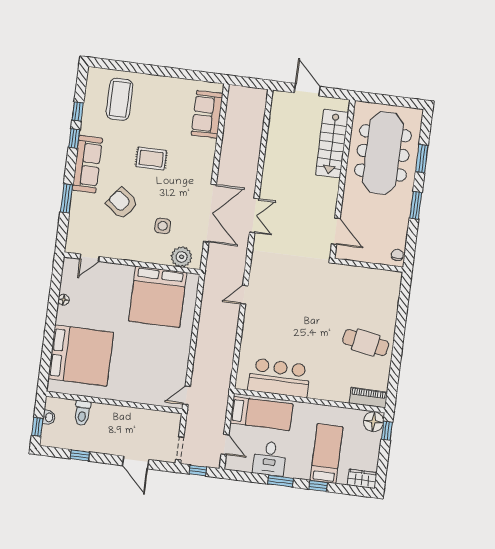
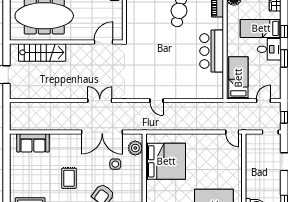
double door: (210, 213) -> (102, 132), swing flipped
bar counter: (279, 378) -> (212, 51), moved
desk: (270, 458) -> (269, 49), moved

